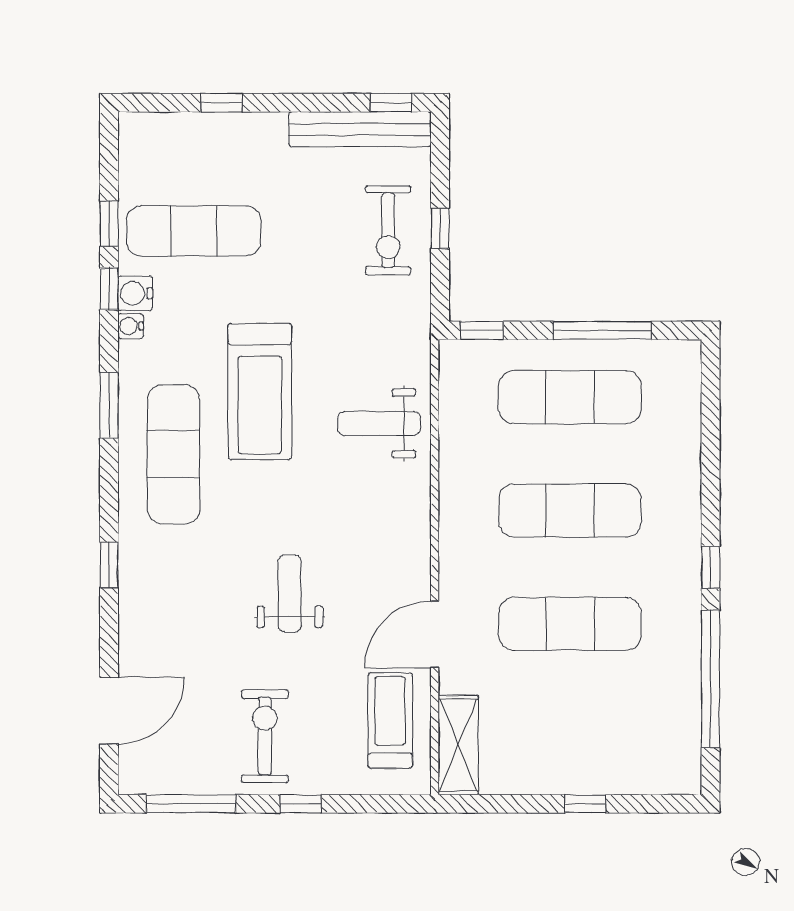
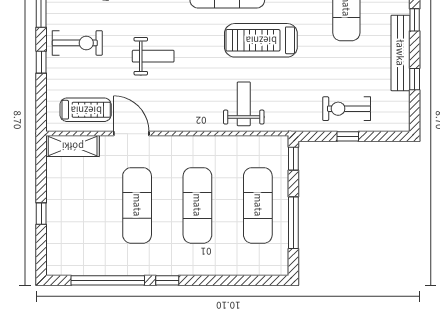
window: (391, 103) -> (415, 79), moved
bench: (360, 129) -> (400, 53), moved

